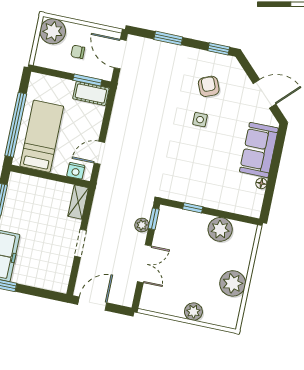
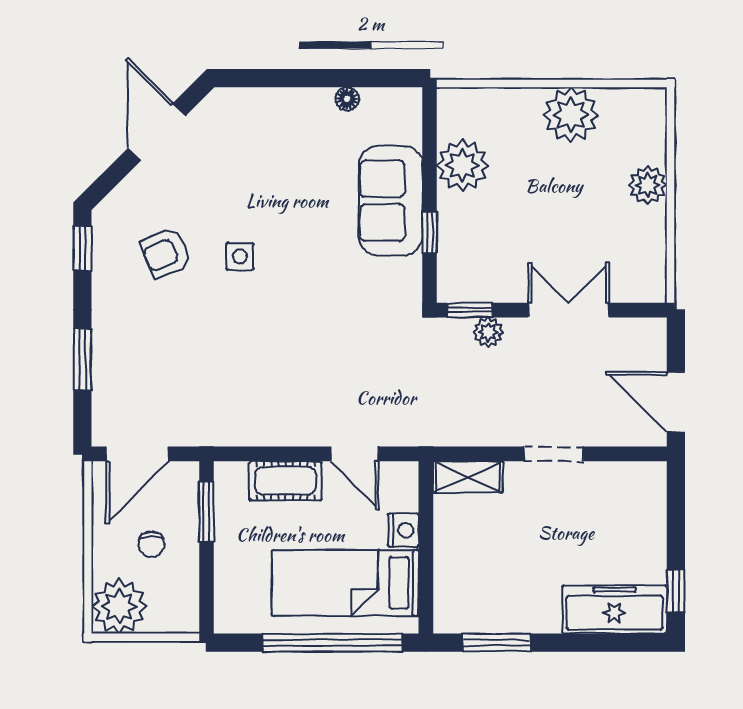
cot: (91, 93) -> (286, 481), moved, turned 90
sofa: (259, 150) -> (391, 201), moved, turned 90
nightstand: (76, 171) -> (403, 530), moved

